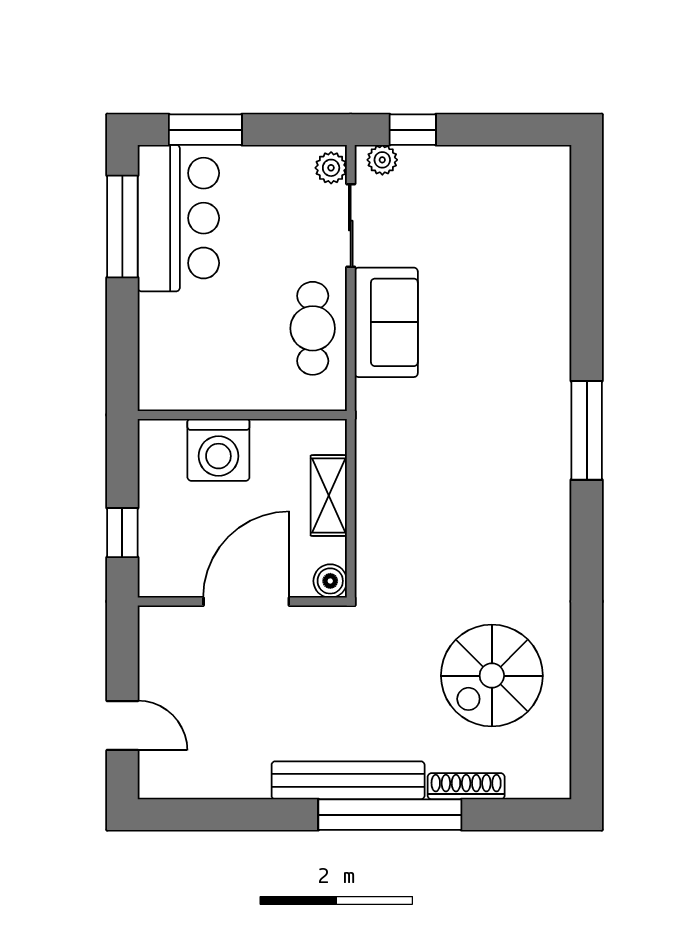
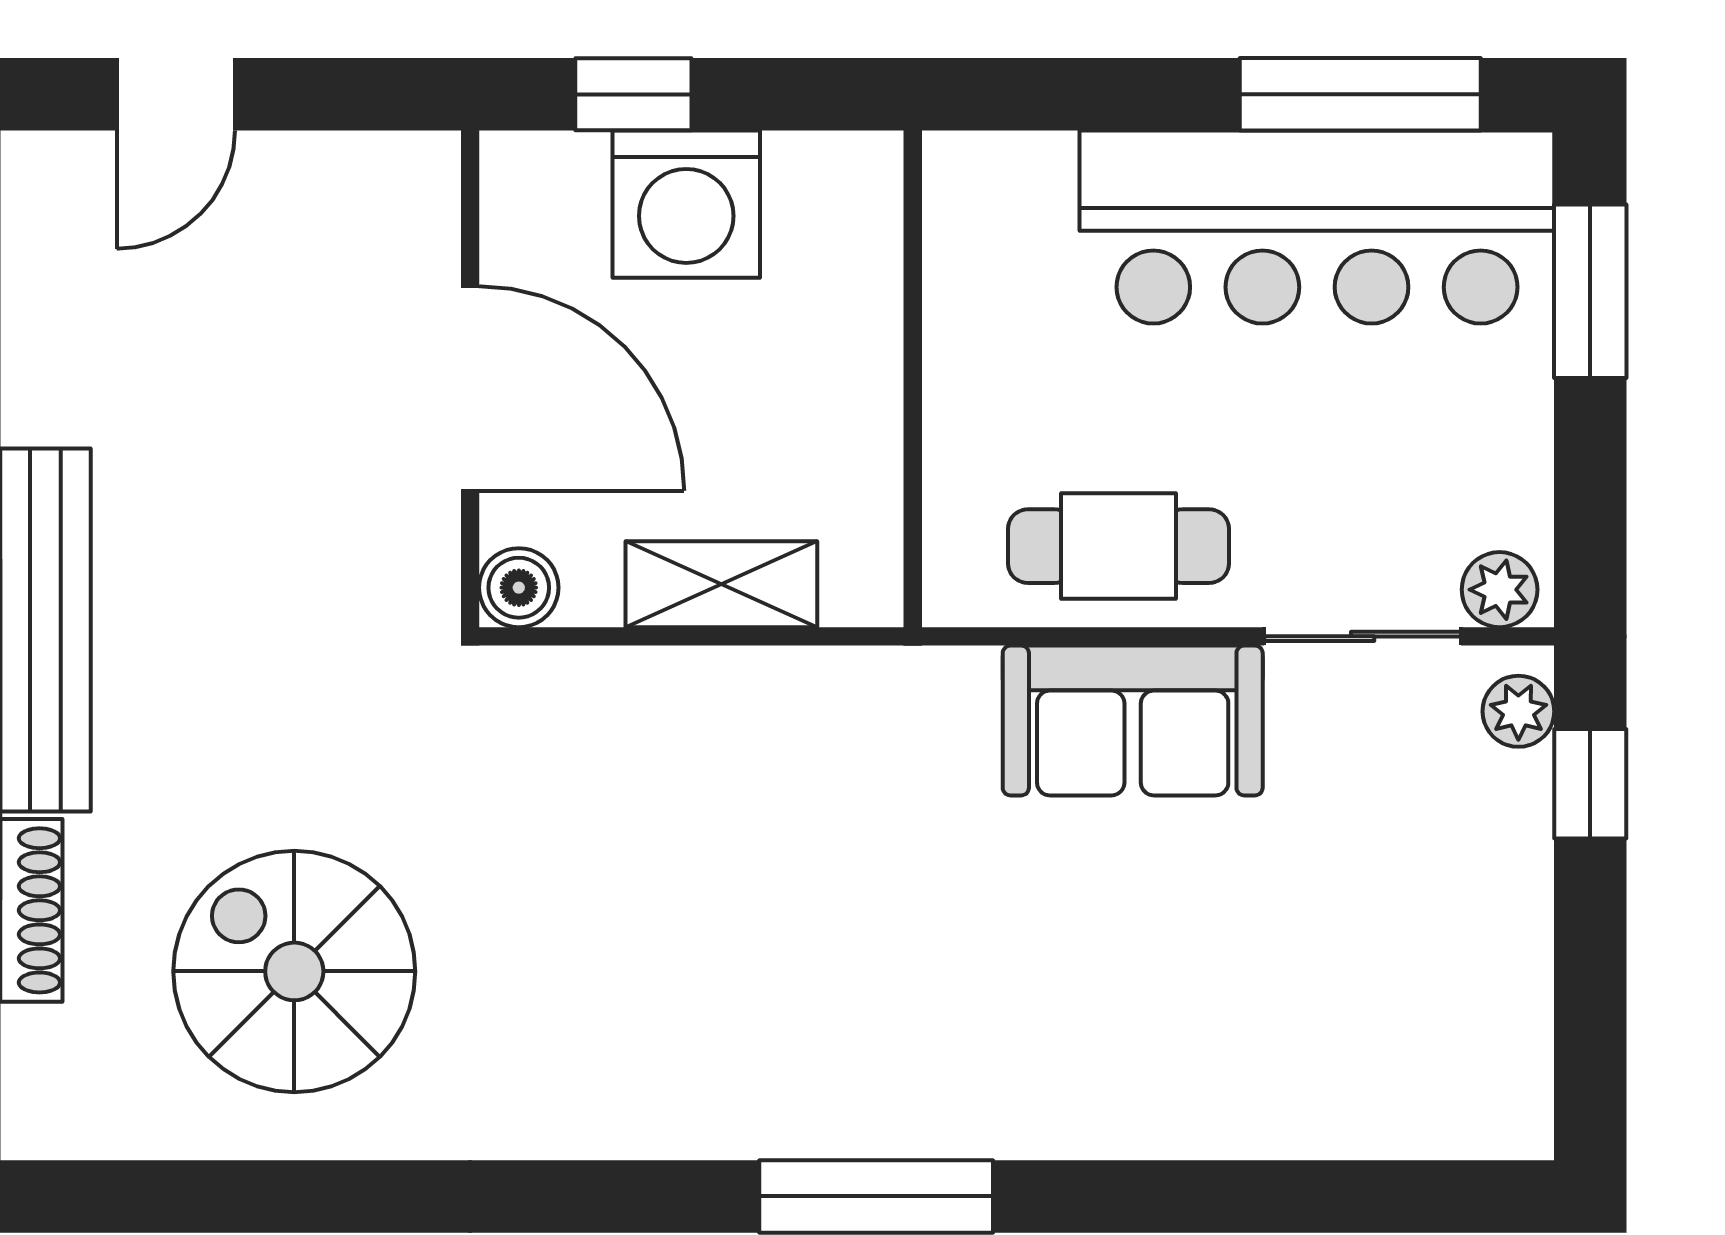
bar counter: (178, 218) -> (1317, 227), width x1.36
washing machine: (218, 450) -> (686, 204), moved, turned -90

